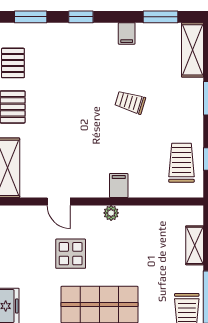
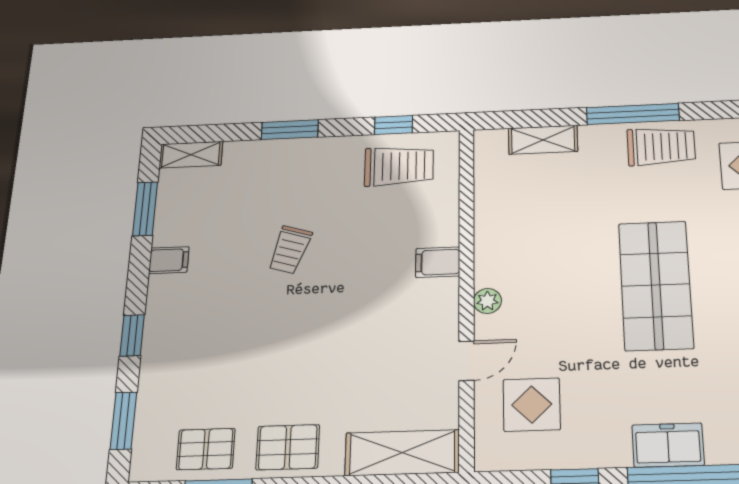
shelving: (193, 50) -> (191, 155), width x0.67, depth x0.75
trolley: (181, 163) -> (399, 166), turned 180
plant: (111, 213) -> (487, 301), moved
display table: (71, 254) -> (532, 405), moved

